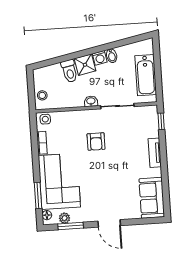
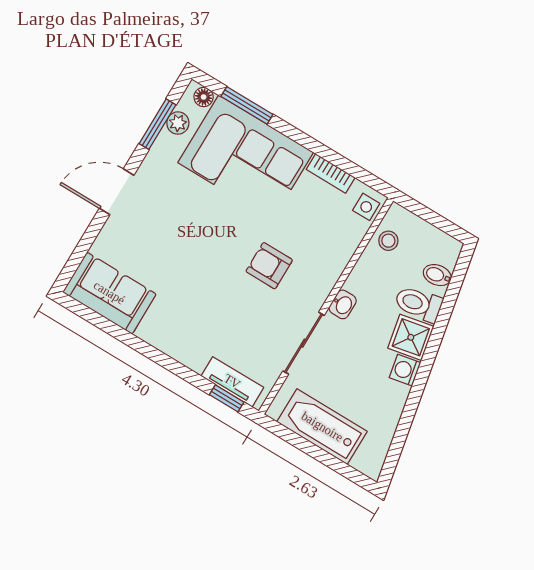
bidet: (112, 56) -> (437, 275), moved
stool: (42, 95) -> (388, 241), moved
tv unit: (155, 153) -> (232, 382), moved

